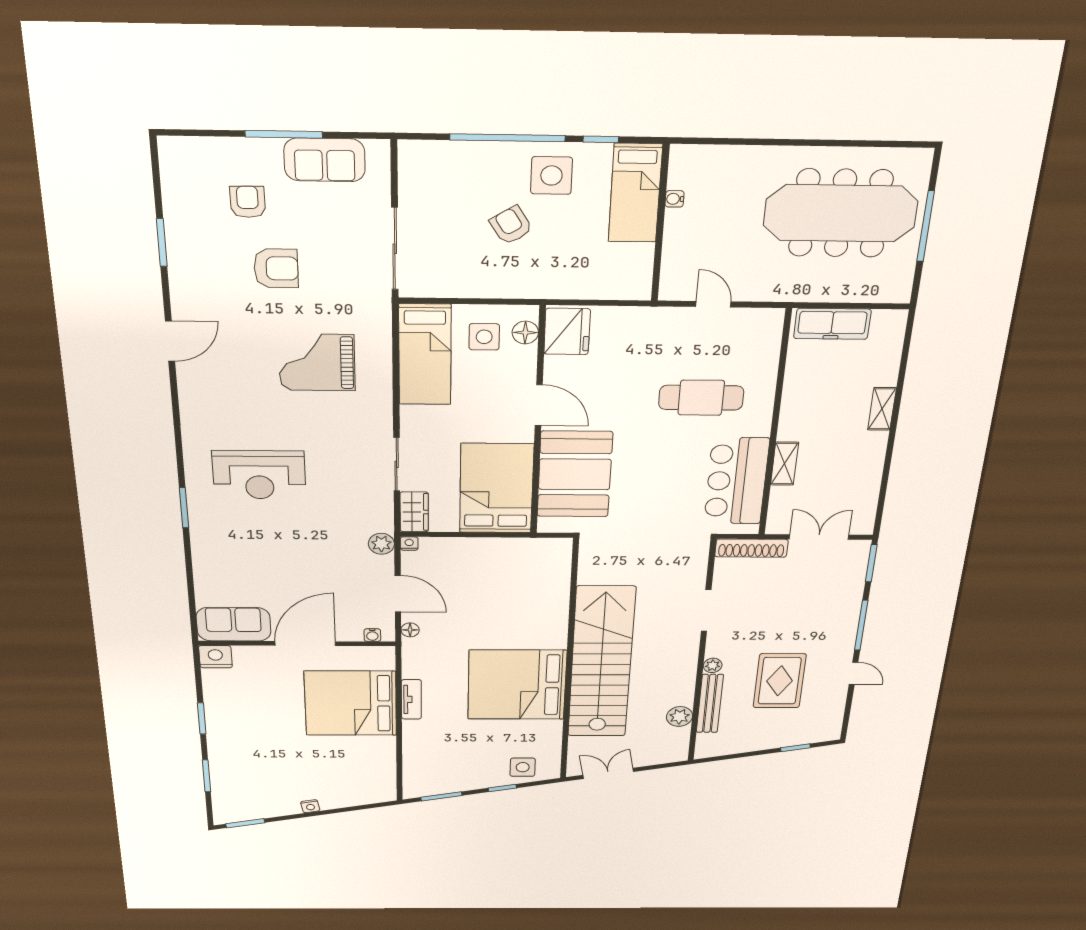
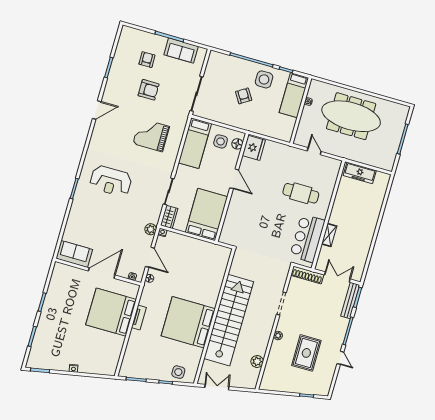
meeting table: (841, 213) -> (351, 116), moved
shelving: (882, 409) -> (374, 219), removed
booth: (575, 474) -> (241, 216), removed
nightstand: (215, 657) -> (60, 269), removed
bench: (710, 704) -> (350, 300), moved

